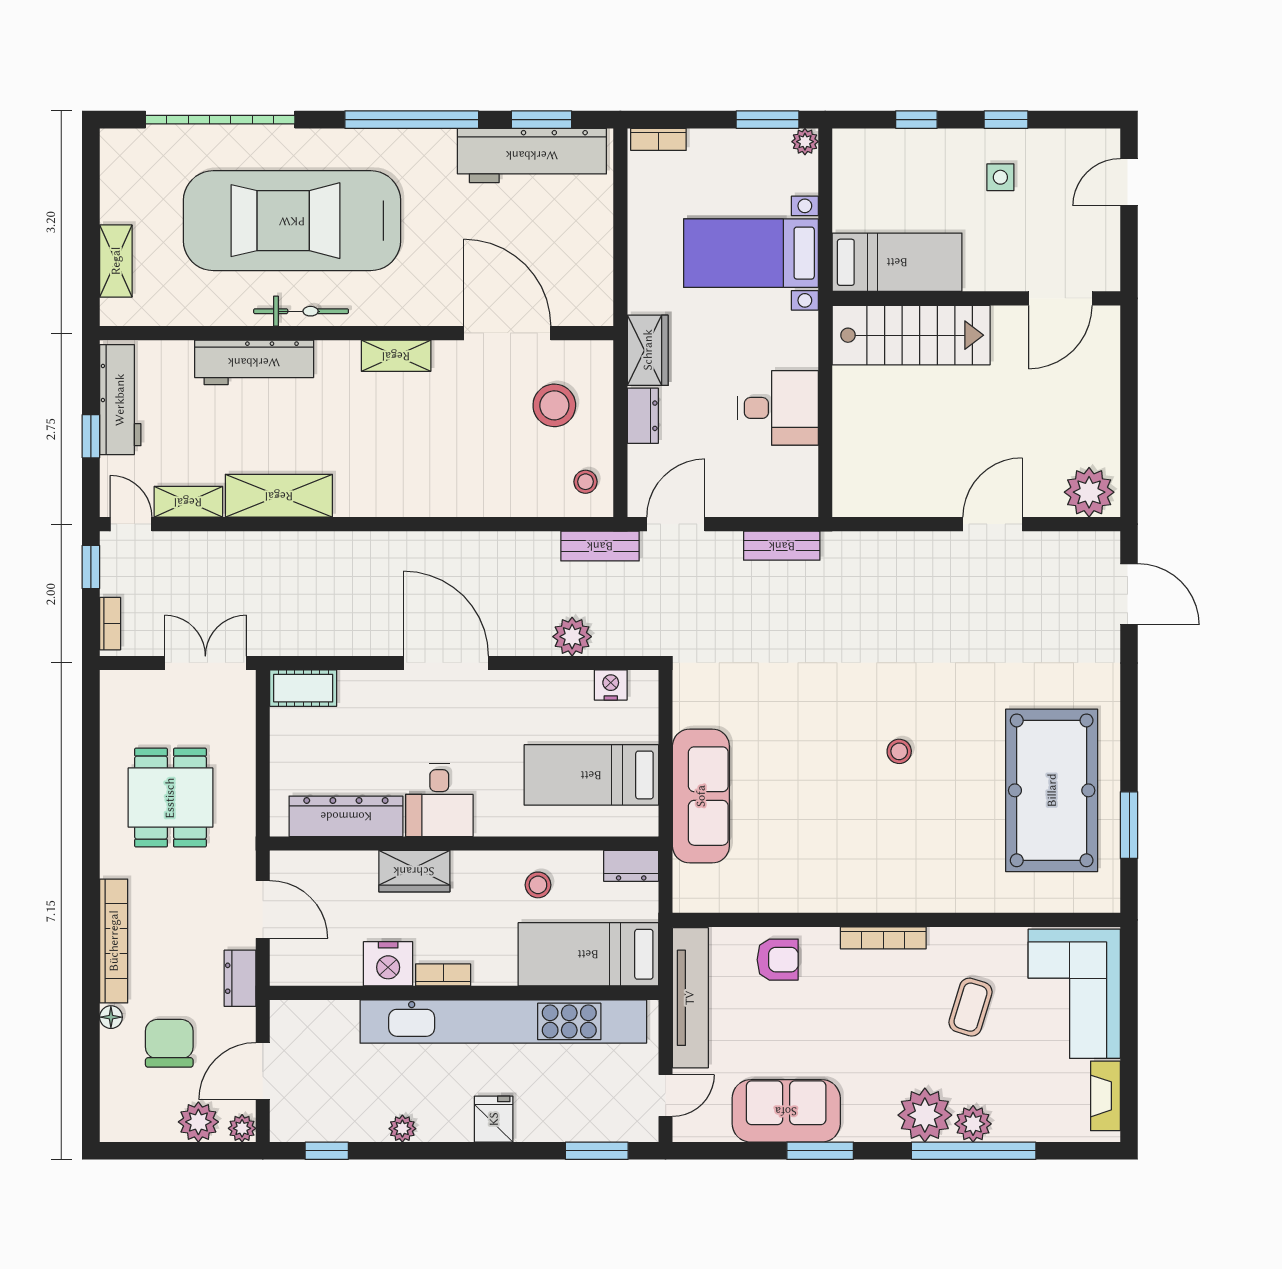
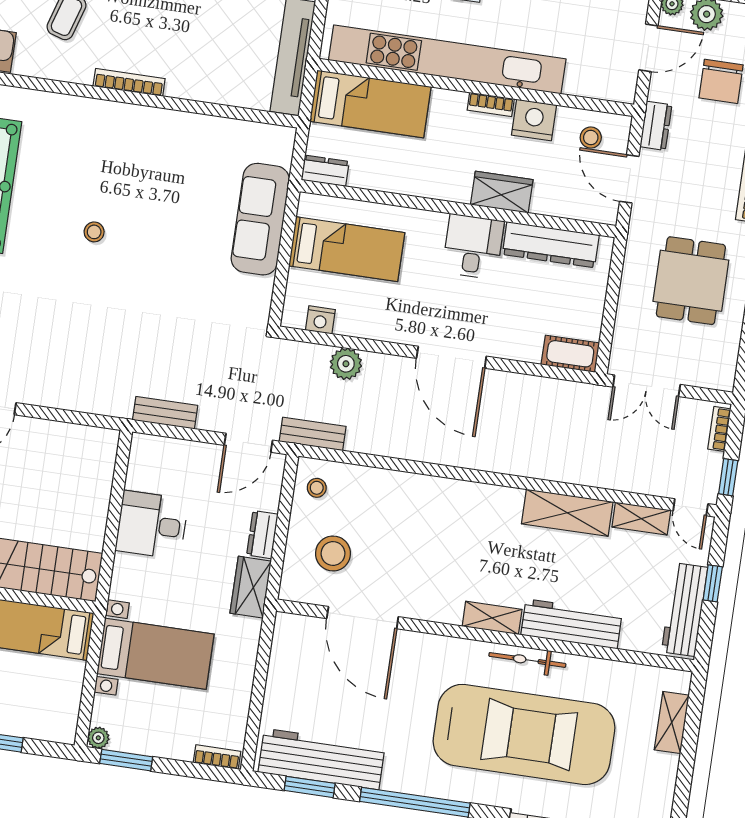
shelving: (396, 356) -> (492, 618), moved
stool: (538, 885) -> (591, 138), moved
armchair: (778, 960) -> (217, 77), removed

